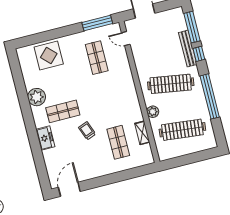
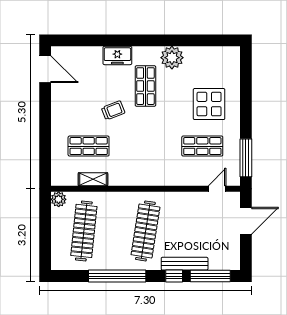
display table: (49, 56) -> (209, 104), moved
plant: (153, 112) -> (59, 199), moved

